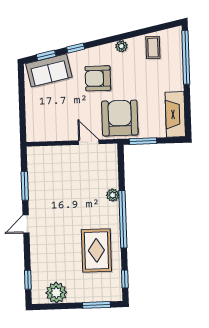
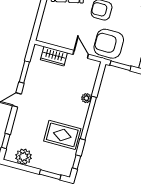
armchair: (120, 118) -> (109, 44), turned -90
wardrobe: (56, 155) -> (54, 56), added
rug: (96, 250) -> (62, 135), turned 90

